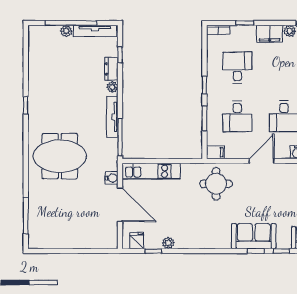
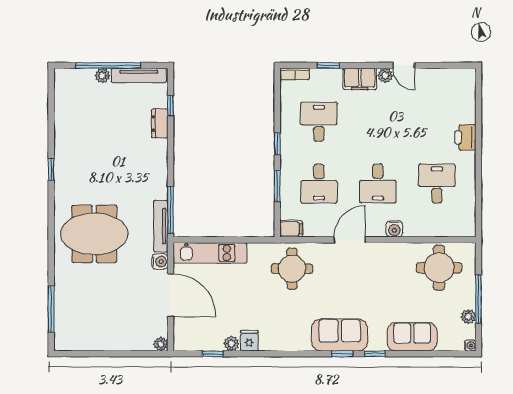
plant: (112, 87) -> (161, 344), moved
tv unit: (112, 117) -> (161, 226), moved
fridge: (137, 241) -> (249, 341), moved

